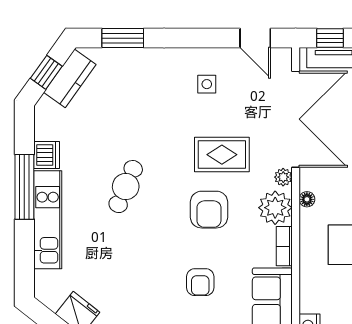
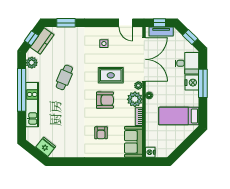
plant: (47, 127) -> (32, 63), added
dishwasher: (47, 155) -> (32, 75), removed
window: (24, 187) -> (22, 90), width x1.46
cafe table: (126, 187) -> (64, 77), moved
armchair: (209, 210) -> (105, 100), turned -90

